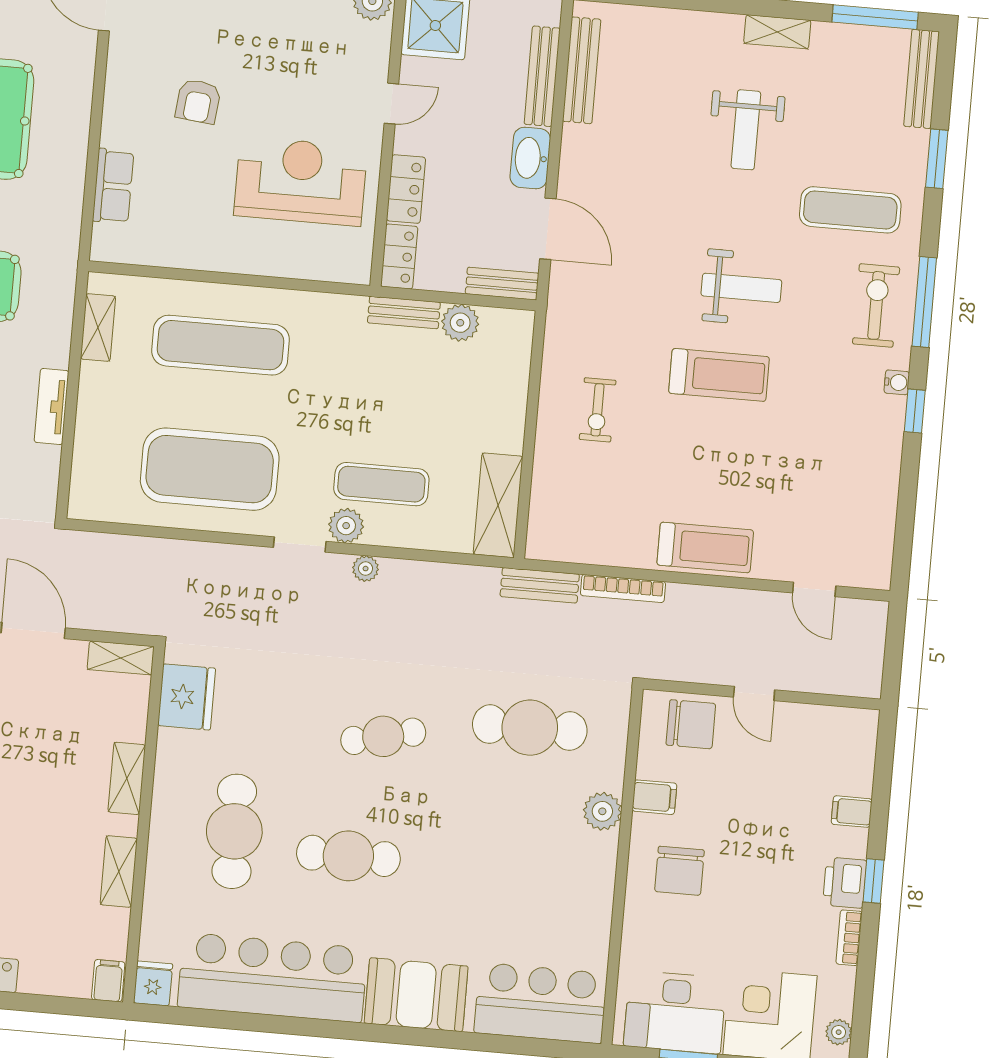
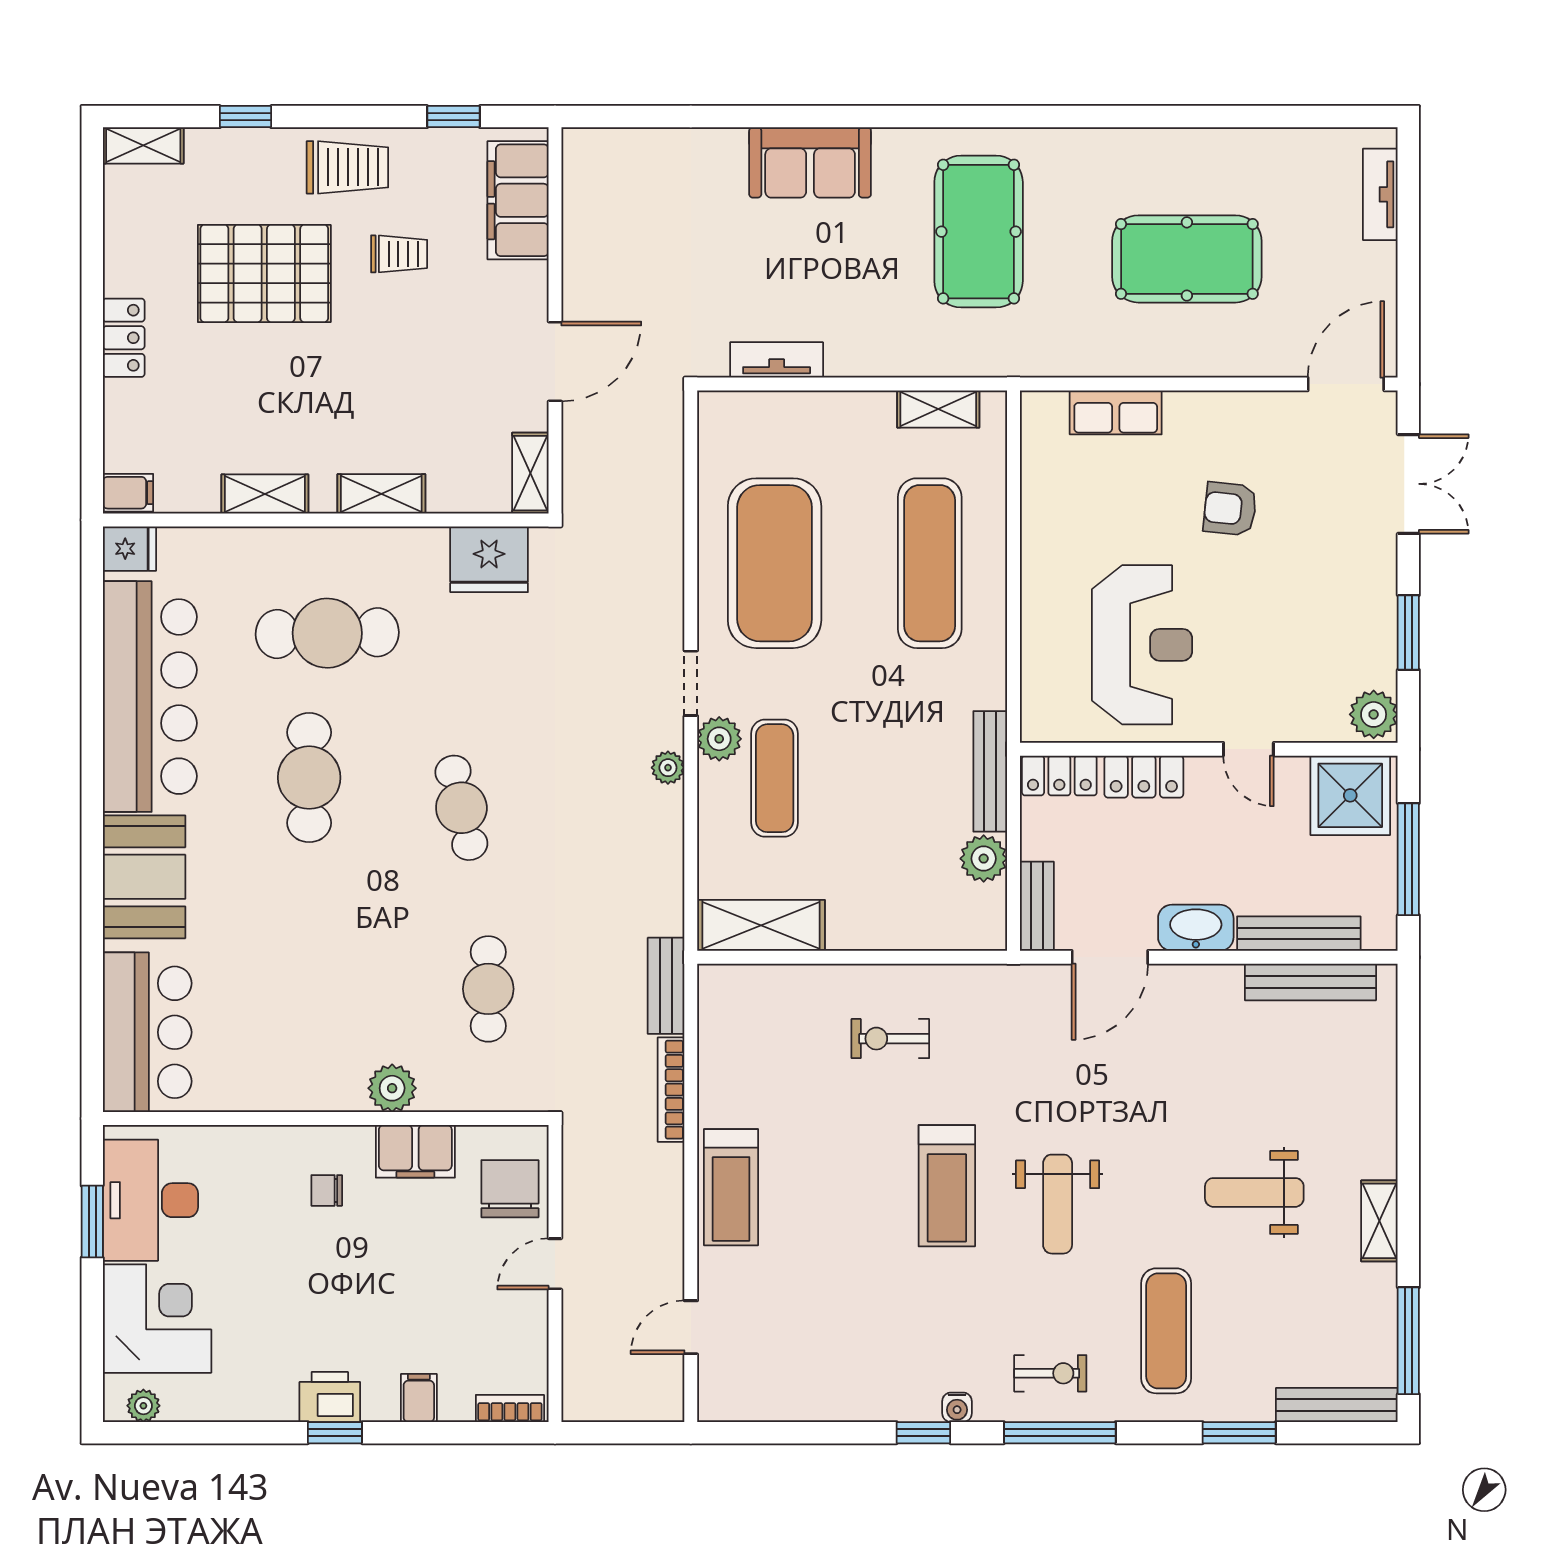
exercise bike: (876, 305) -> (1050, 1373), width x0.73, depth x0.72
bench: (404, 313) -> (990, 771), width x1.36
tv unit: (52, 407) -> (777, 360), moved
chair: (691, 724) -> (510, 1189), turned 180
cafe table: (530, 728) -> (488, 989), width x0.73, depth x0.74
filing cabinet: (654, 797) -> (415, 1151), width x2.00
chair: (679, 871) -> (327, 1190), width x0.54, depth x0.54
bookcase: (849, 938) -> (510, 1408), moved

